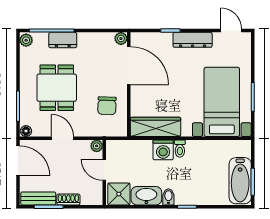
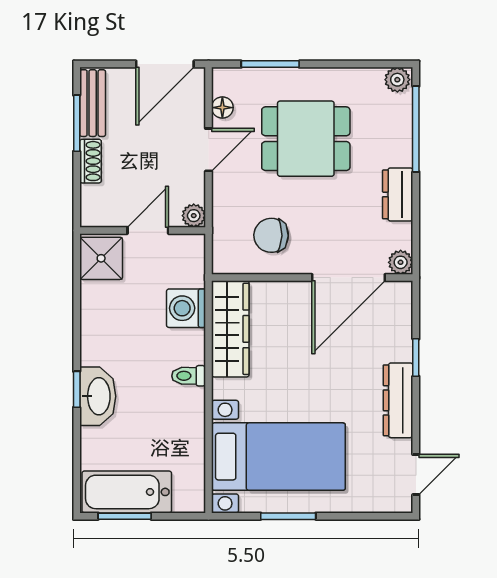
dresser: (63, 40) -> (398, 194), moved
floor lamp: (26, 131) -> (222, 108), moved
washing machine: (163, 150) -> (186, 308), moved
washbasin: (146, 196) -> (98, 396), moved
bidet: (168, 197) -> (96, 354), removed

